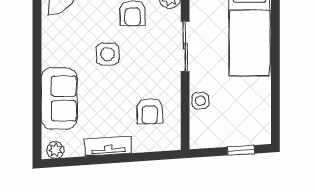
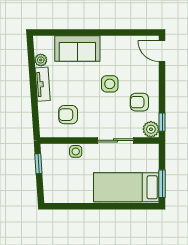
plant: (55, 150) -> (41, 60), moved
window: (241, 150) -> (38, 164), moved

